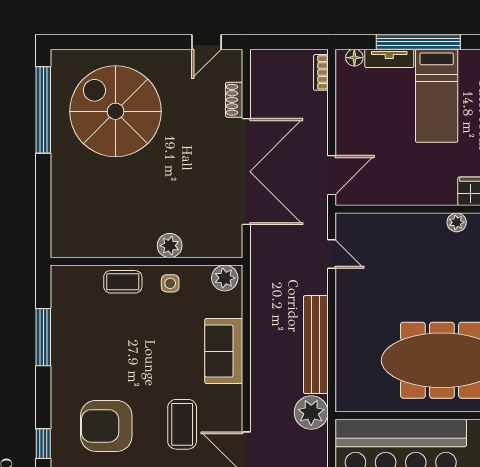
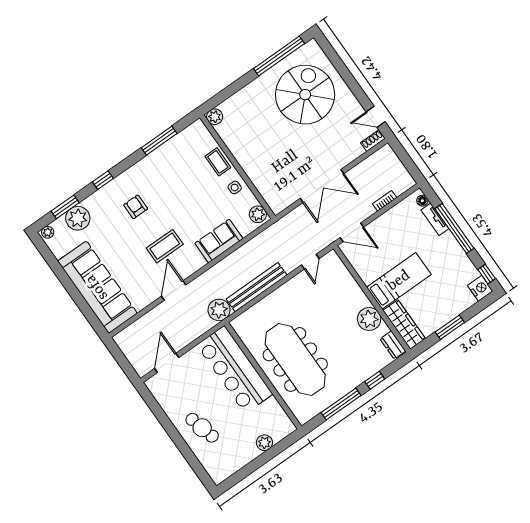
bookcase: (321, 72) -> (385, 201), moved
bed: (437, 96) -> (399, 281), moved, turned 180
shoe rack: (234, 100) -> (373, 141), moved
double door: (246, 172) -> (322, 186), width x0.73
plant: (457, 222) -> (369, 319), width x1.87, depth x1.87
plant: (170, 246) -> (215, 117), moved
armchair: (106, 426) -> (136, 207), width x0.53, depth x0.53

